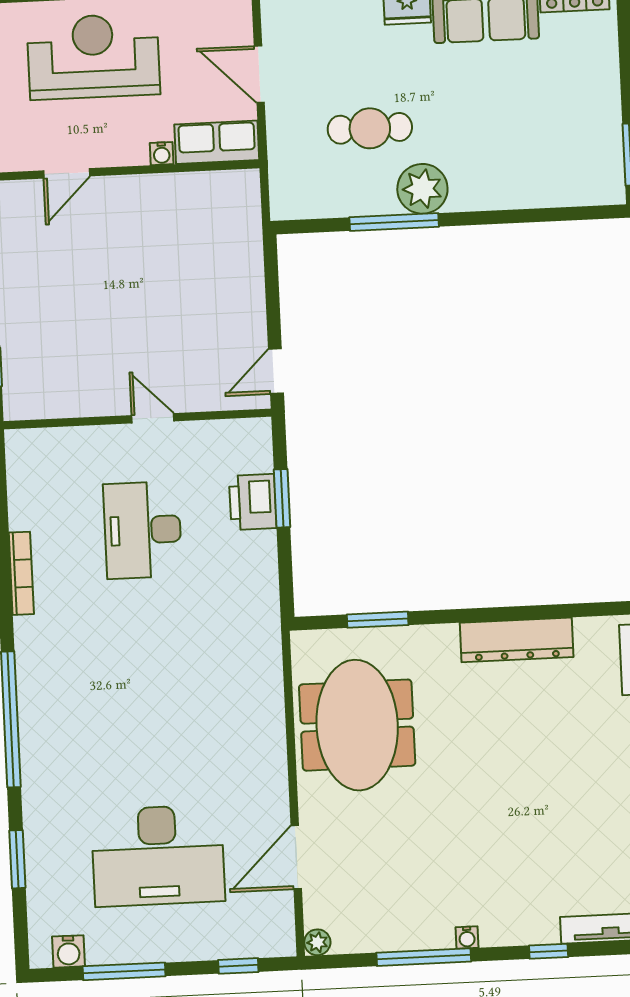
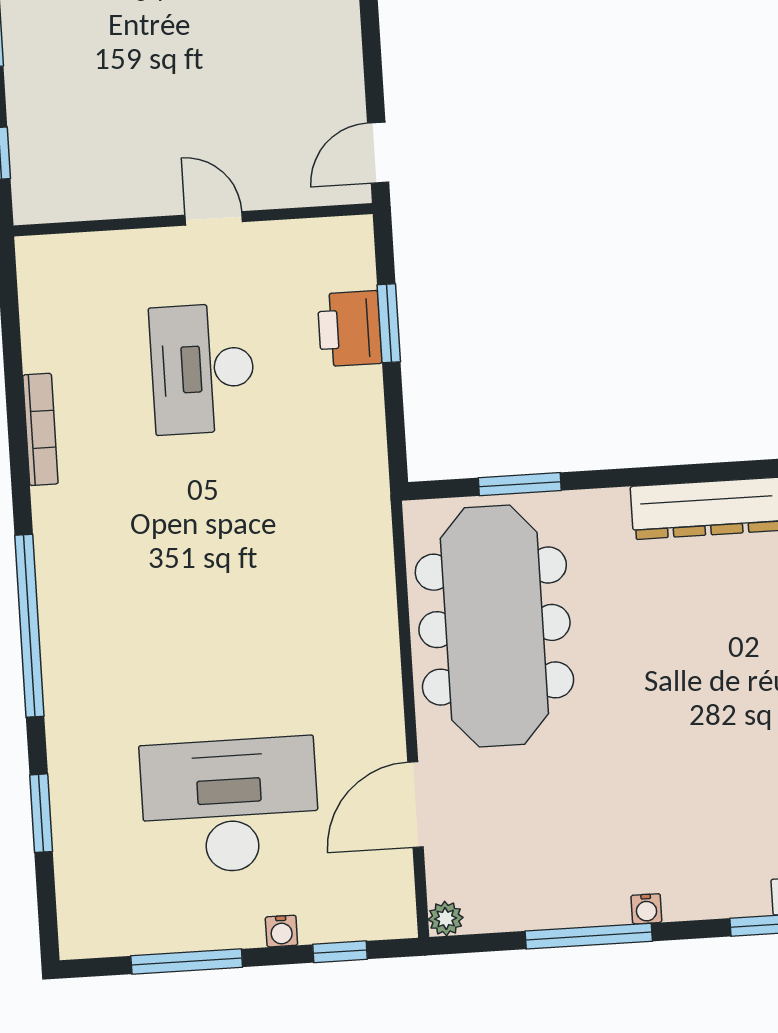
meeting table: (357, 725) -> (494, 626), width x1.36
desk: (158, 856) -> (230, 805), turned 180
water cooler: (69, 951) -> (281, 931), moved, width x0.72, depth x0.72

